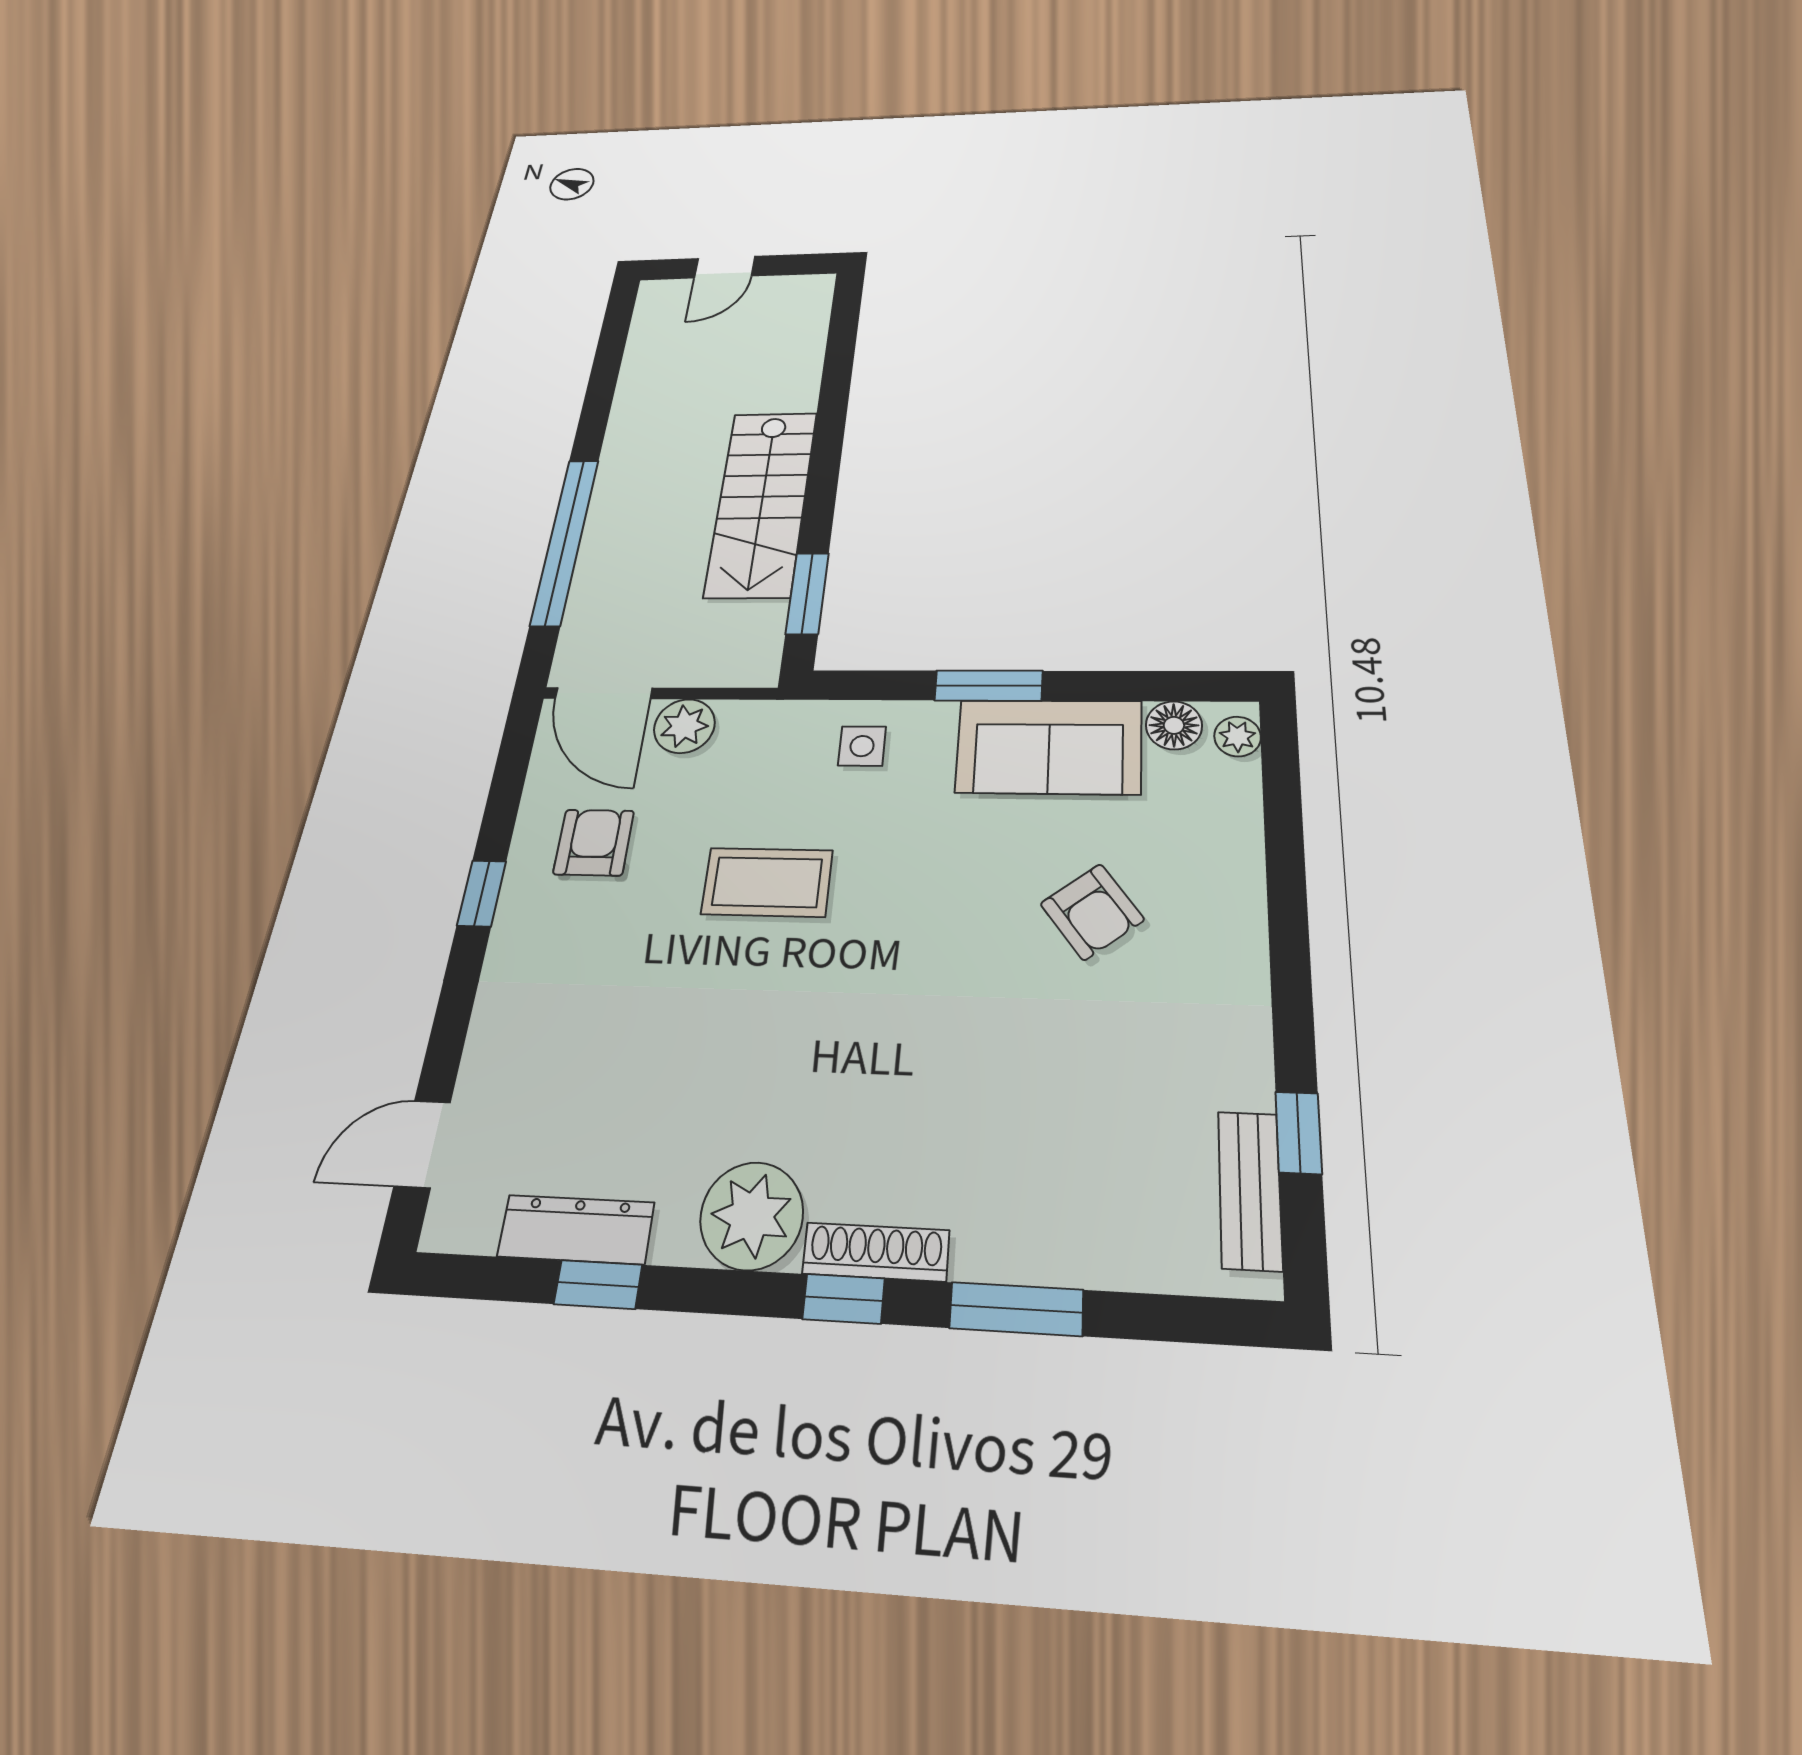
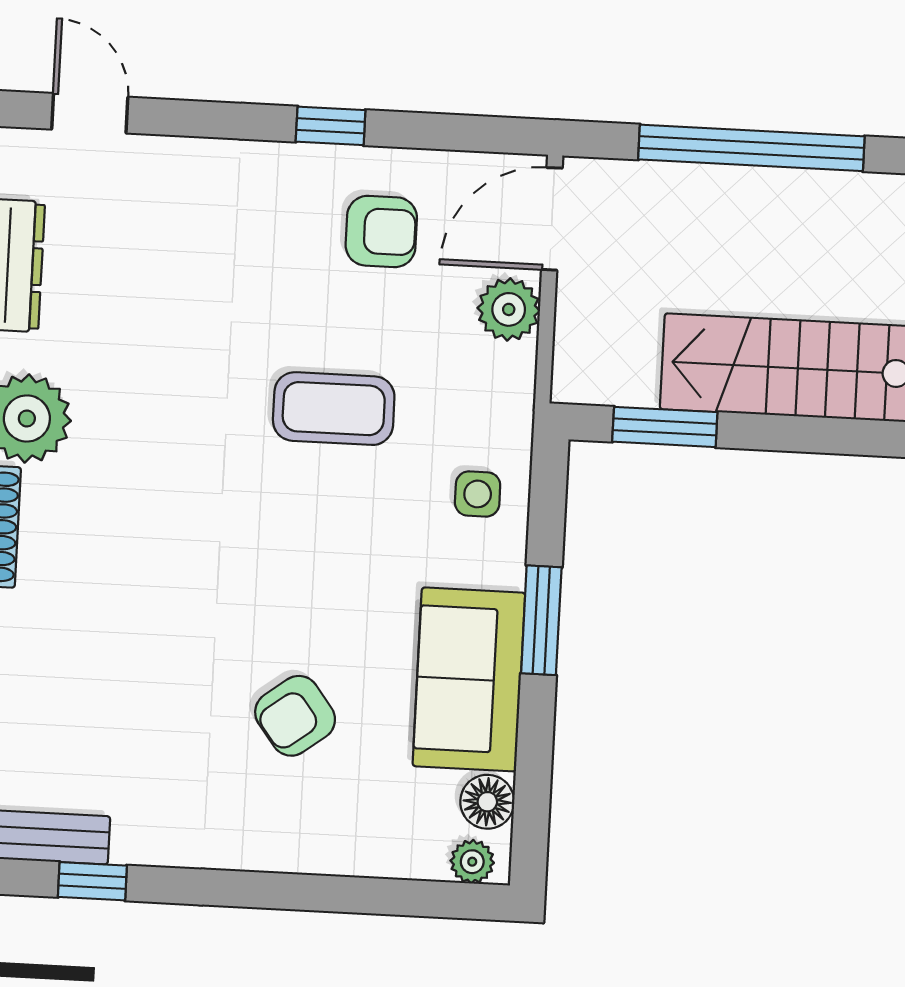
coffee table: (767, 882) -> (334, 409), turned 90

